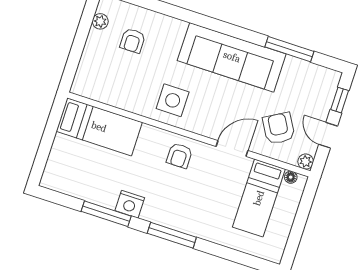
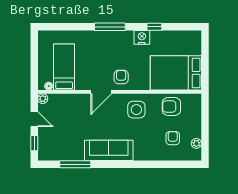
sofa: (232, 57) -> (109, 150), width x0.74, depth x0.79
bed: (99, 127) -> (176, 73), width x1.50
armchair: (279, 128) -> (171, 106), moved, turned 120
door: (232, 149) -> (101, 92), moved
window: (106, 214) -> (154, 27), width x0.46

